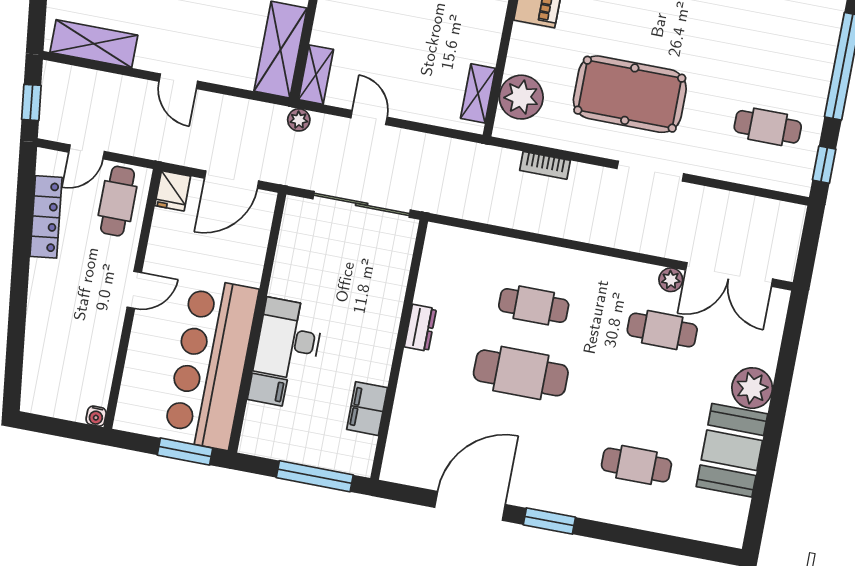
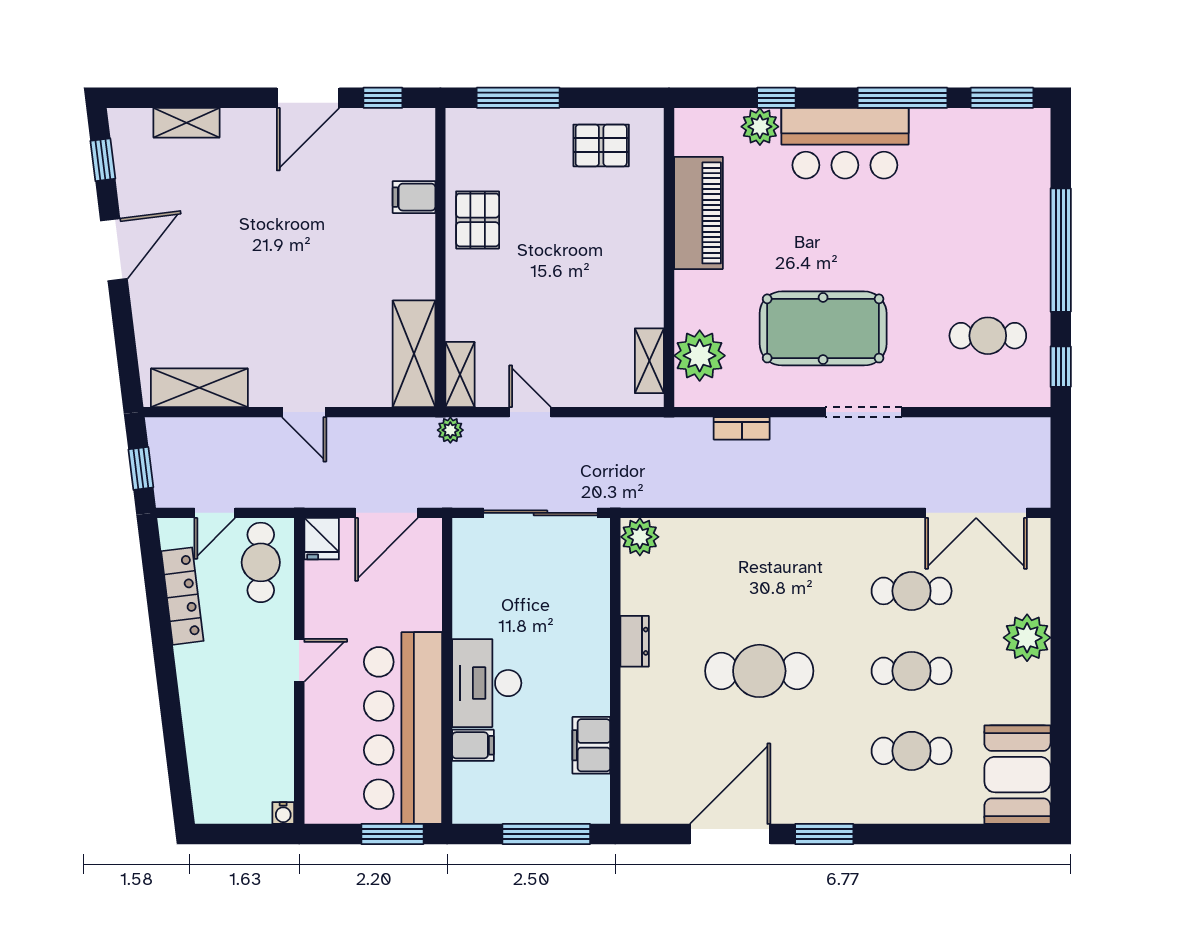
plant: (671, 280) -> (640, 537), moved, width x1.38, depth x1.38
cafe table: (534, 305) -> (912, 671), moved
booth: (732, 450) -> (1017, 775), moved

